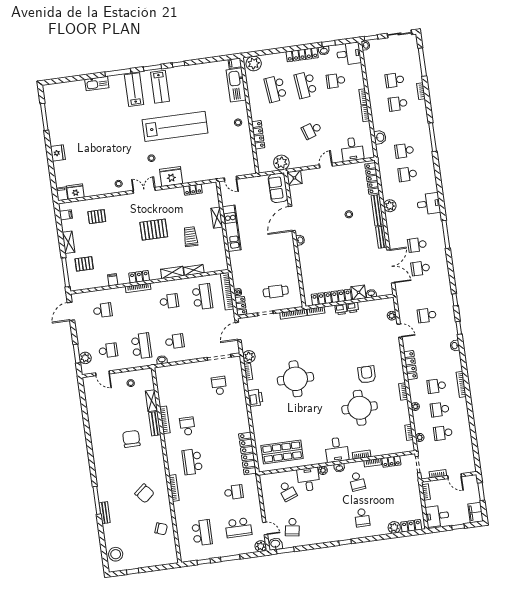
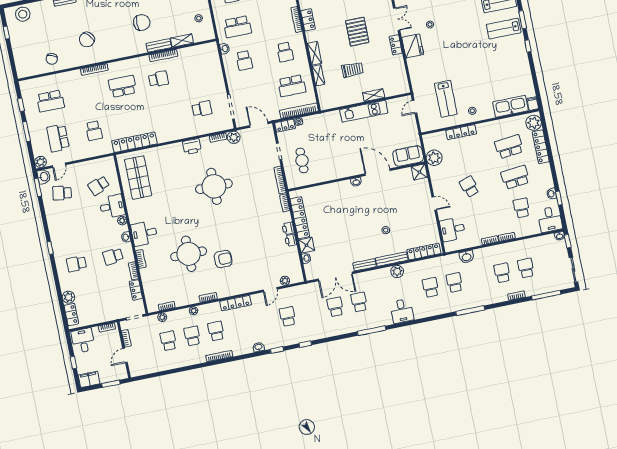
locker: (302, 55) -> (541, 147), moved
lab bench: (175, 126) -> (446, 99), moved, width x0.54, depth x0.72
locker: (193, 190) -> (396, 45), moved

